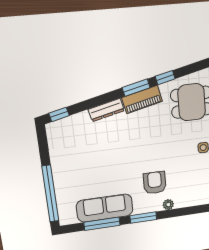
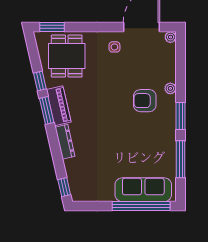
sofa: (105, 208) -> (143, 190), moved, turned 90

